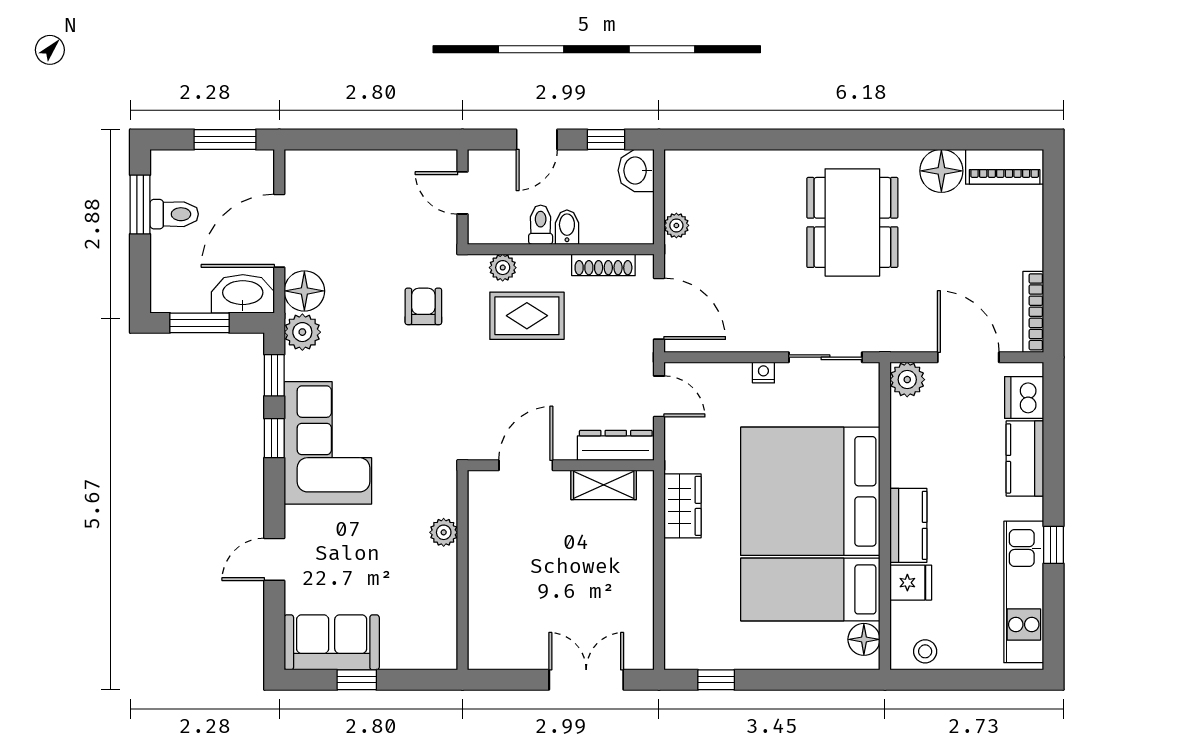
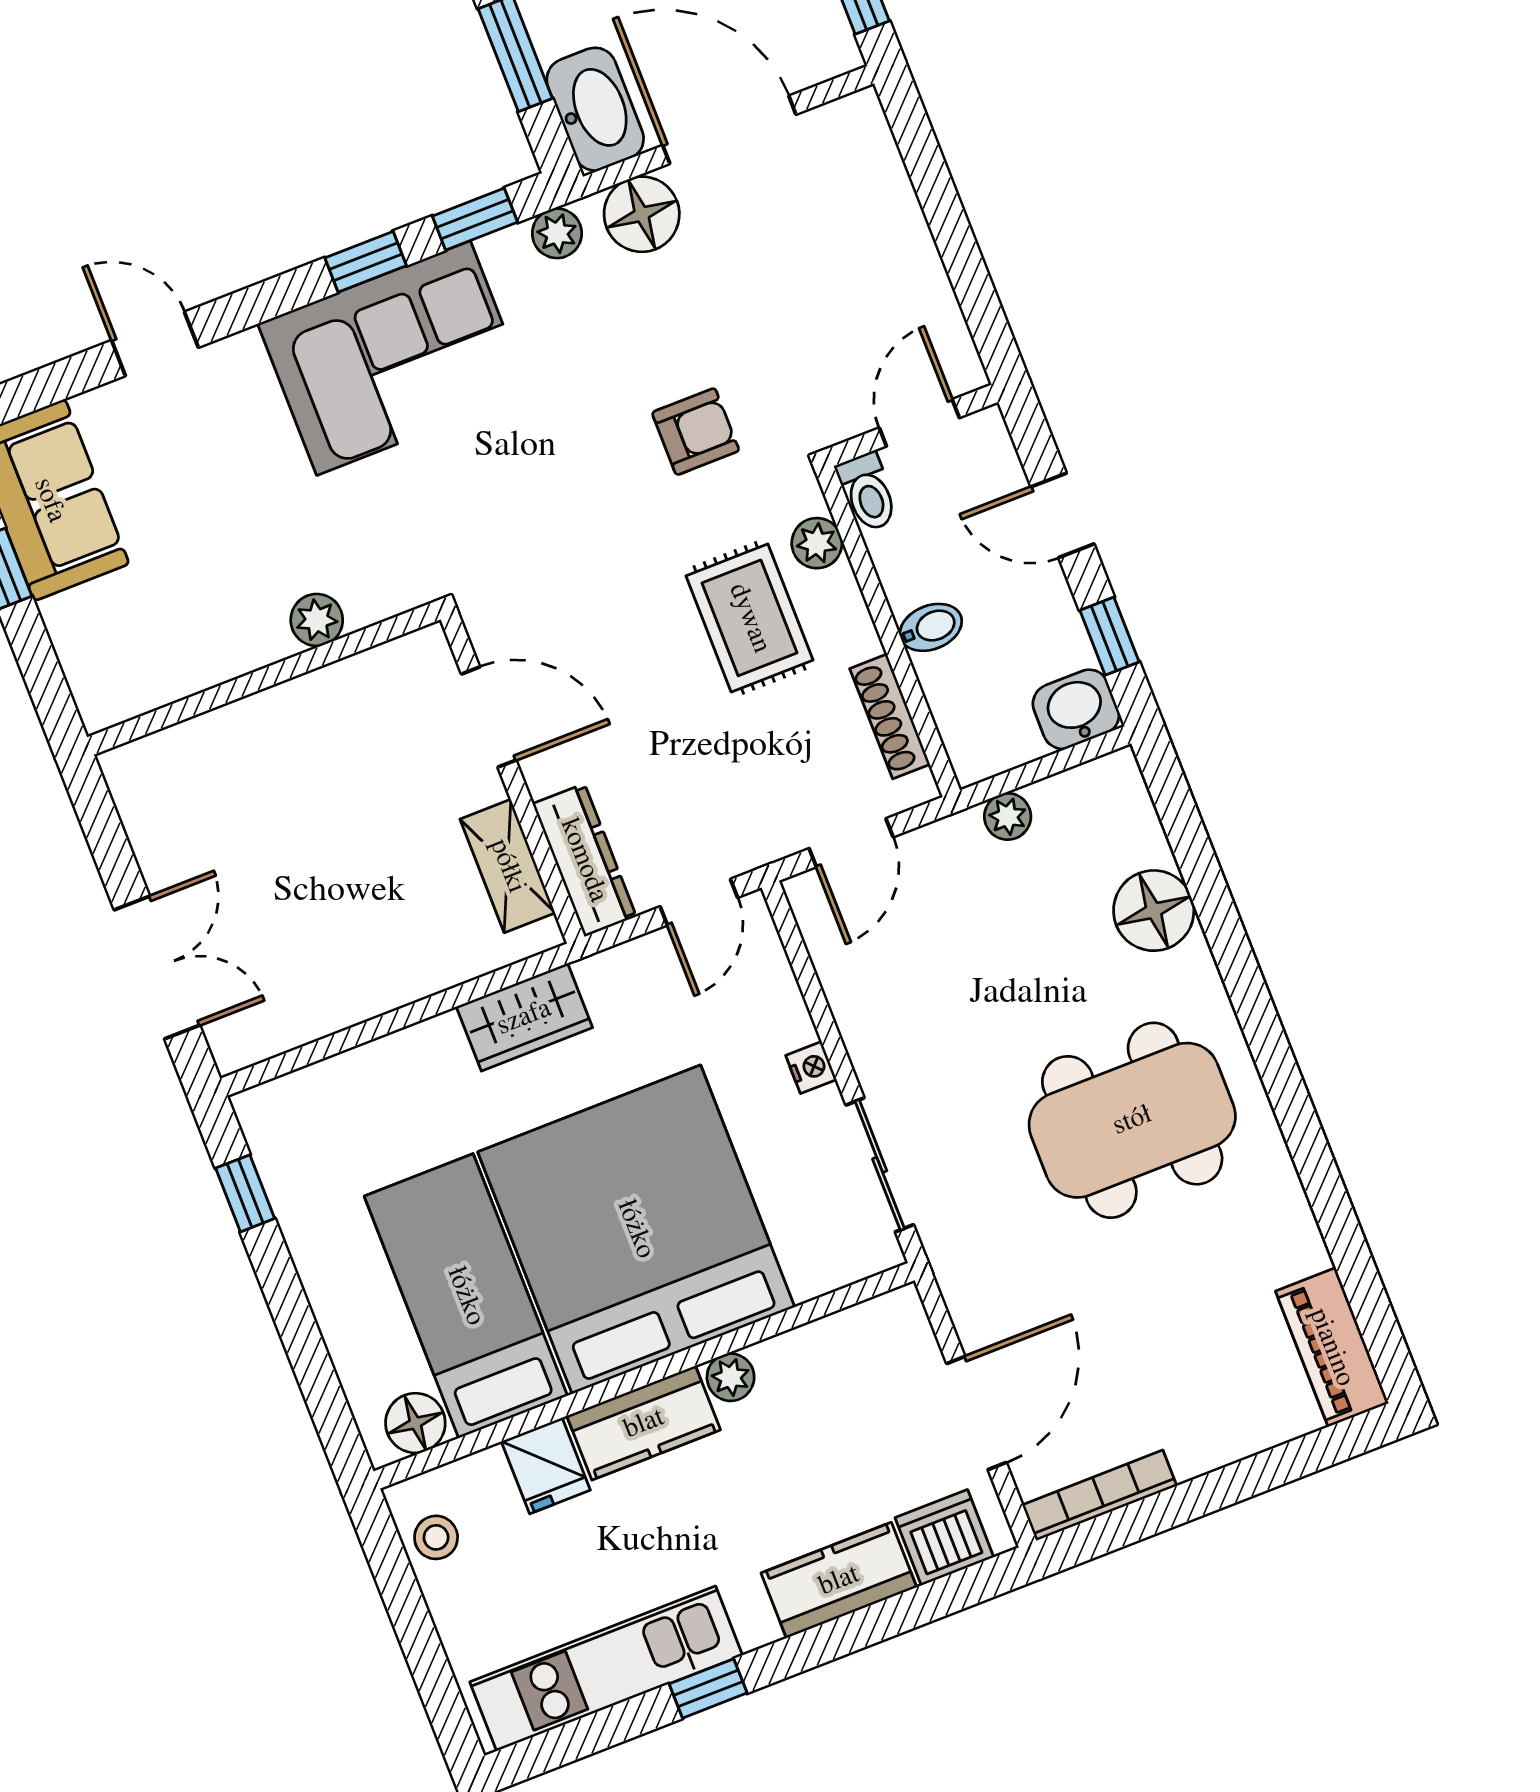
floor lamp: (941, 171) -> (1154, 911), moved
toilet: (541, 225) -> (868, 492), moved, turned 90
door: (659, 309) -> (851, 843), width x0.73
plant: (302, 332) -> (557, 233), width x0.73, depth x0.73
plant: (907, 380) -> (731, 1377), moved, width x0.73, depth x0.73

